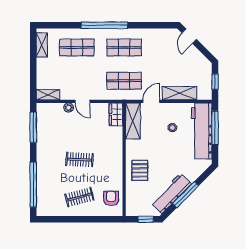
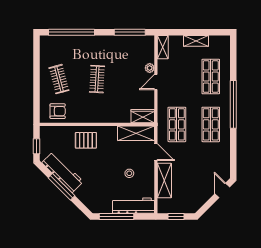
door: (189, 36) -> (222, 190), hinge flipped
shelving: (42, 45) -> (196, 41), moved
window: (215, 128) -> (116, 217), moved
workbench: (202, 131) -> (134, 206), width x0.73, depth x0.76

